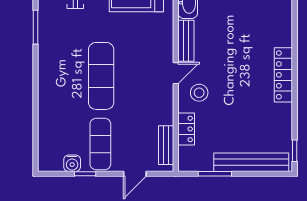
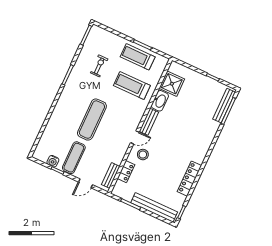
locker: (283, 75) -> (189, 179), moved

